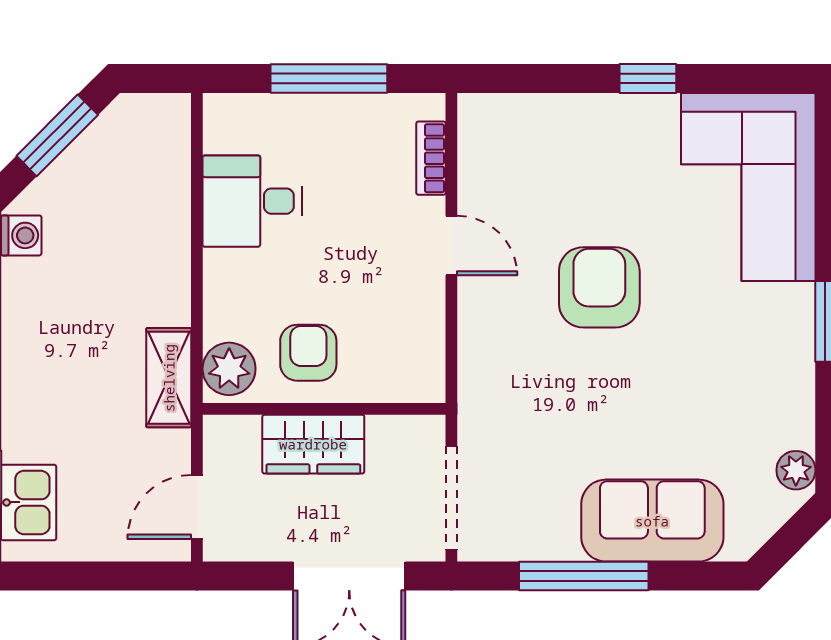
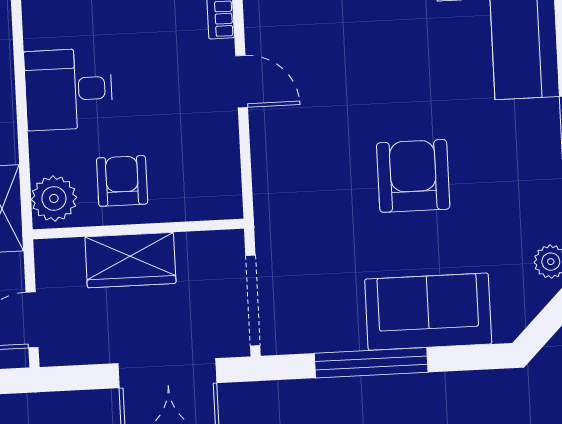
desk: (252, 201) -> (68, 89), moved
armchair: (599, 287) -> (413, 176), moved

